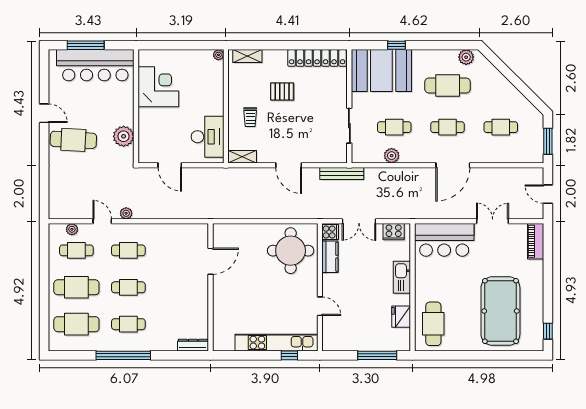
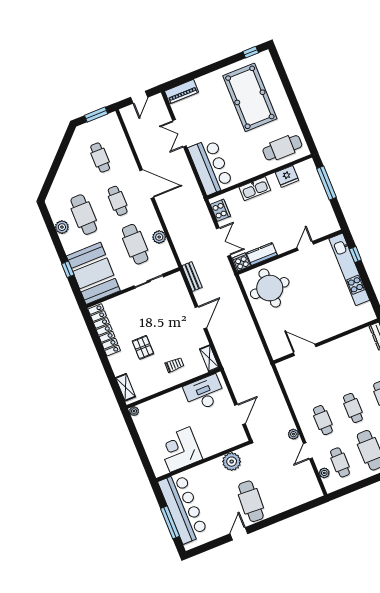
plant: (466, 57) -> (62, 227), moved
cafe table: (394, 127) -> (135, 244), width x1.37, depth x1.35
bench: (342, 173) -> (192, 277), width x0.73
pool table: (500, 311) -> (250, 97), turned 90

